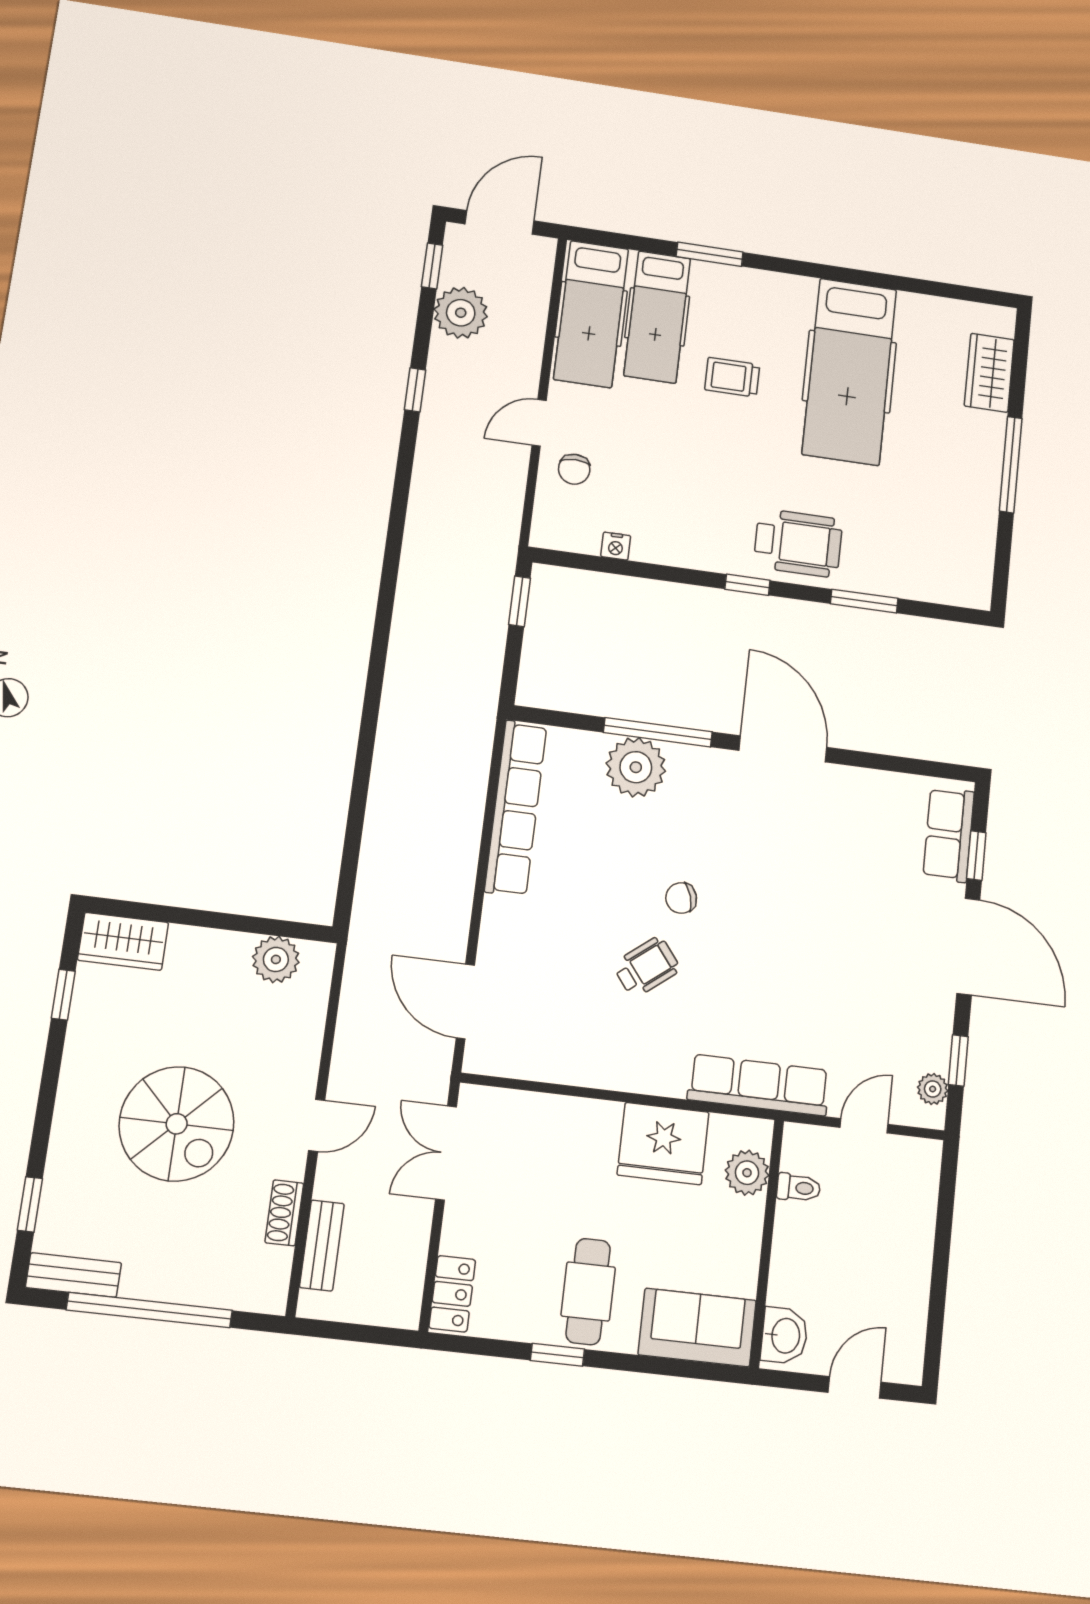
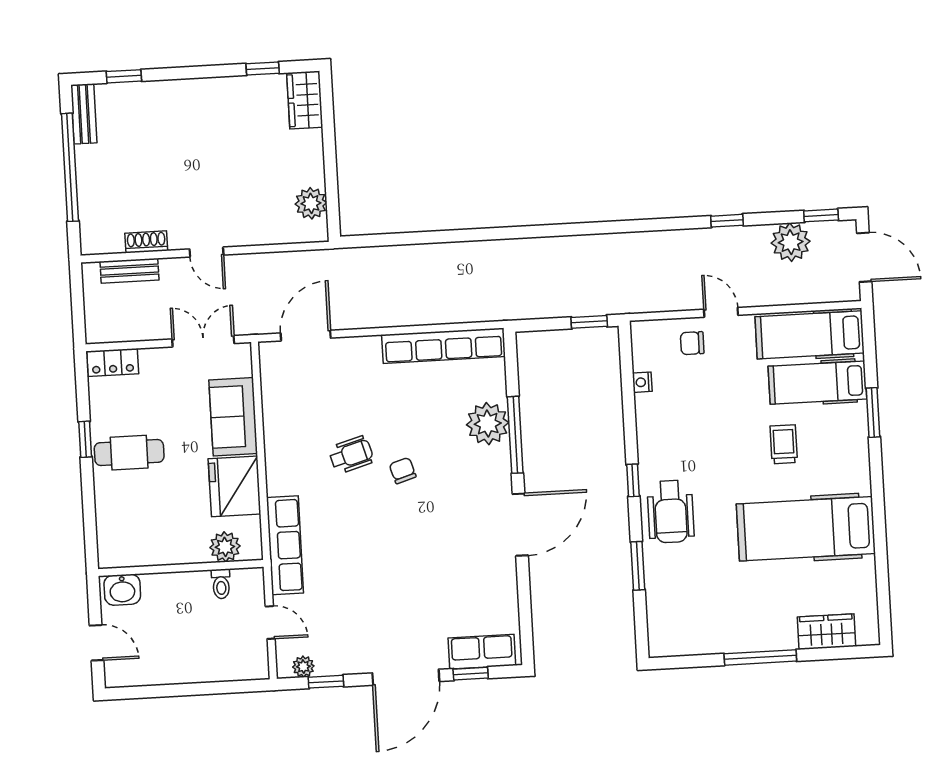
wheelchair: (647, 967) -> (351, 455), turned -68
spiral stairs: (177, 1124) -> (192, 160), removed
sofa: (697, 1327) -> (233, 417), moved, turned 180

